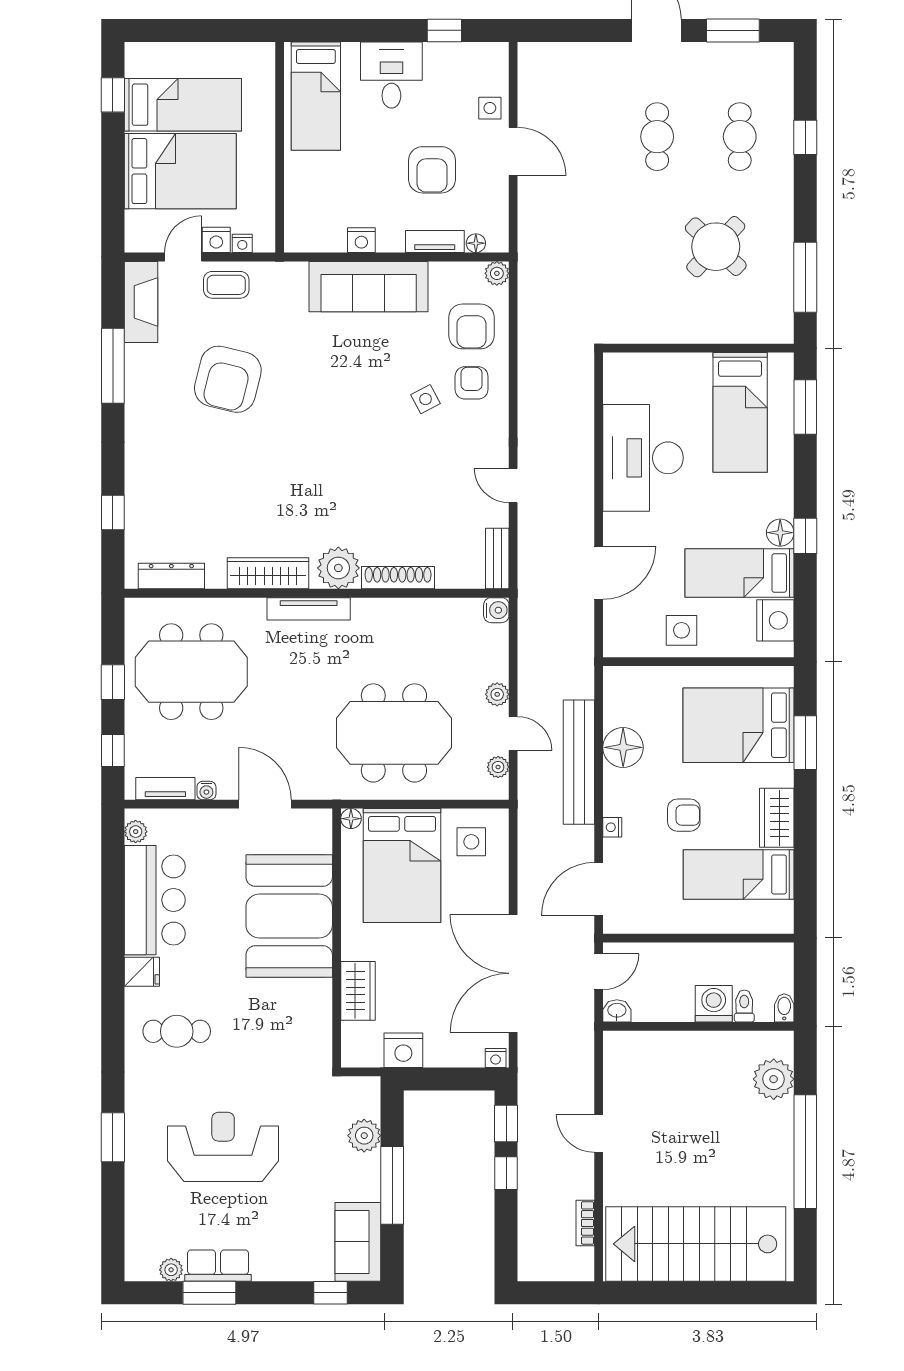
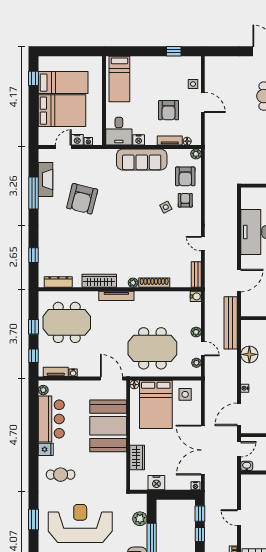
desk: (391, 75) -> (119, 131), moved, turned 180
coffee table: (226, 285) -> (82, 159), removed
fireplace: (141, 302) -> (45, 179), moved
plant: (338, 568) -> (133, 283), width x0.53, depth x0.53
bench: (579, 762) -> (231, 323), moved
door: (265, 804) -> (111, 378), moved
reception desk: (223, 1147) -> (80, 523), width x1.36, depth x1.30

